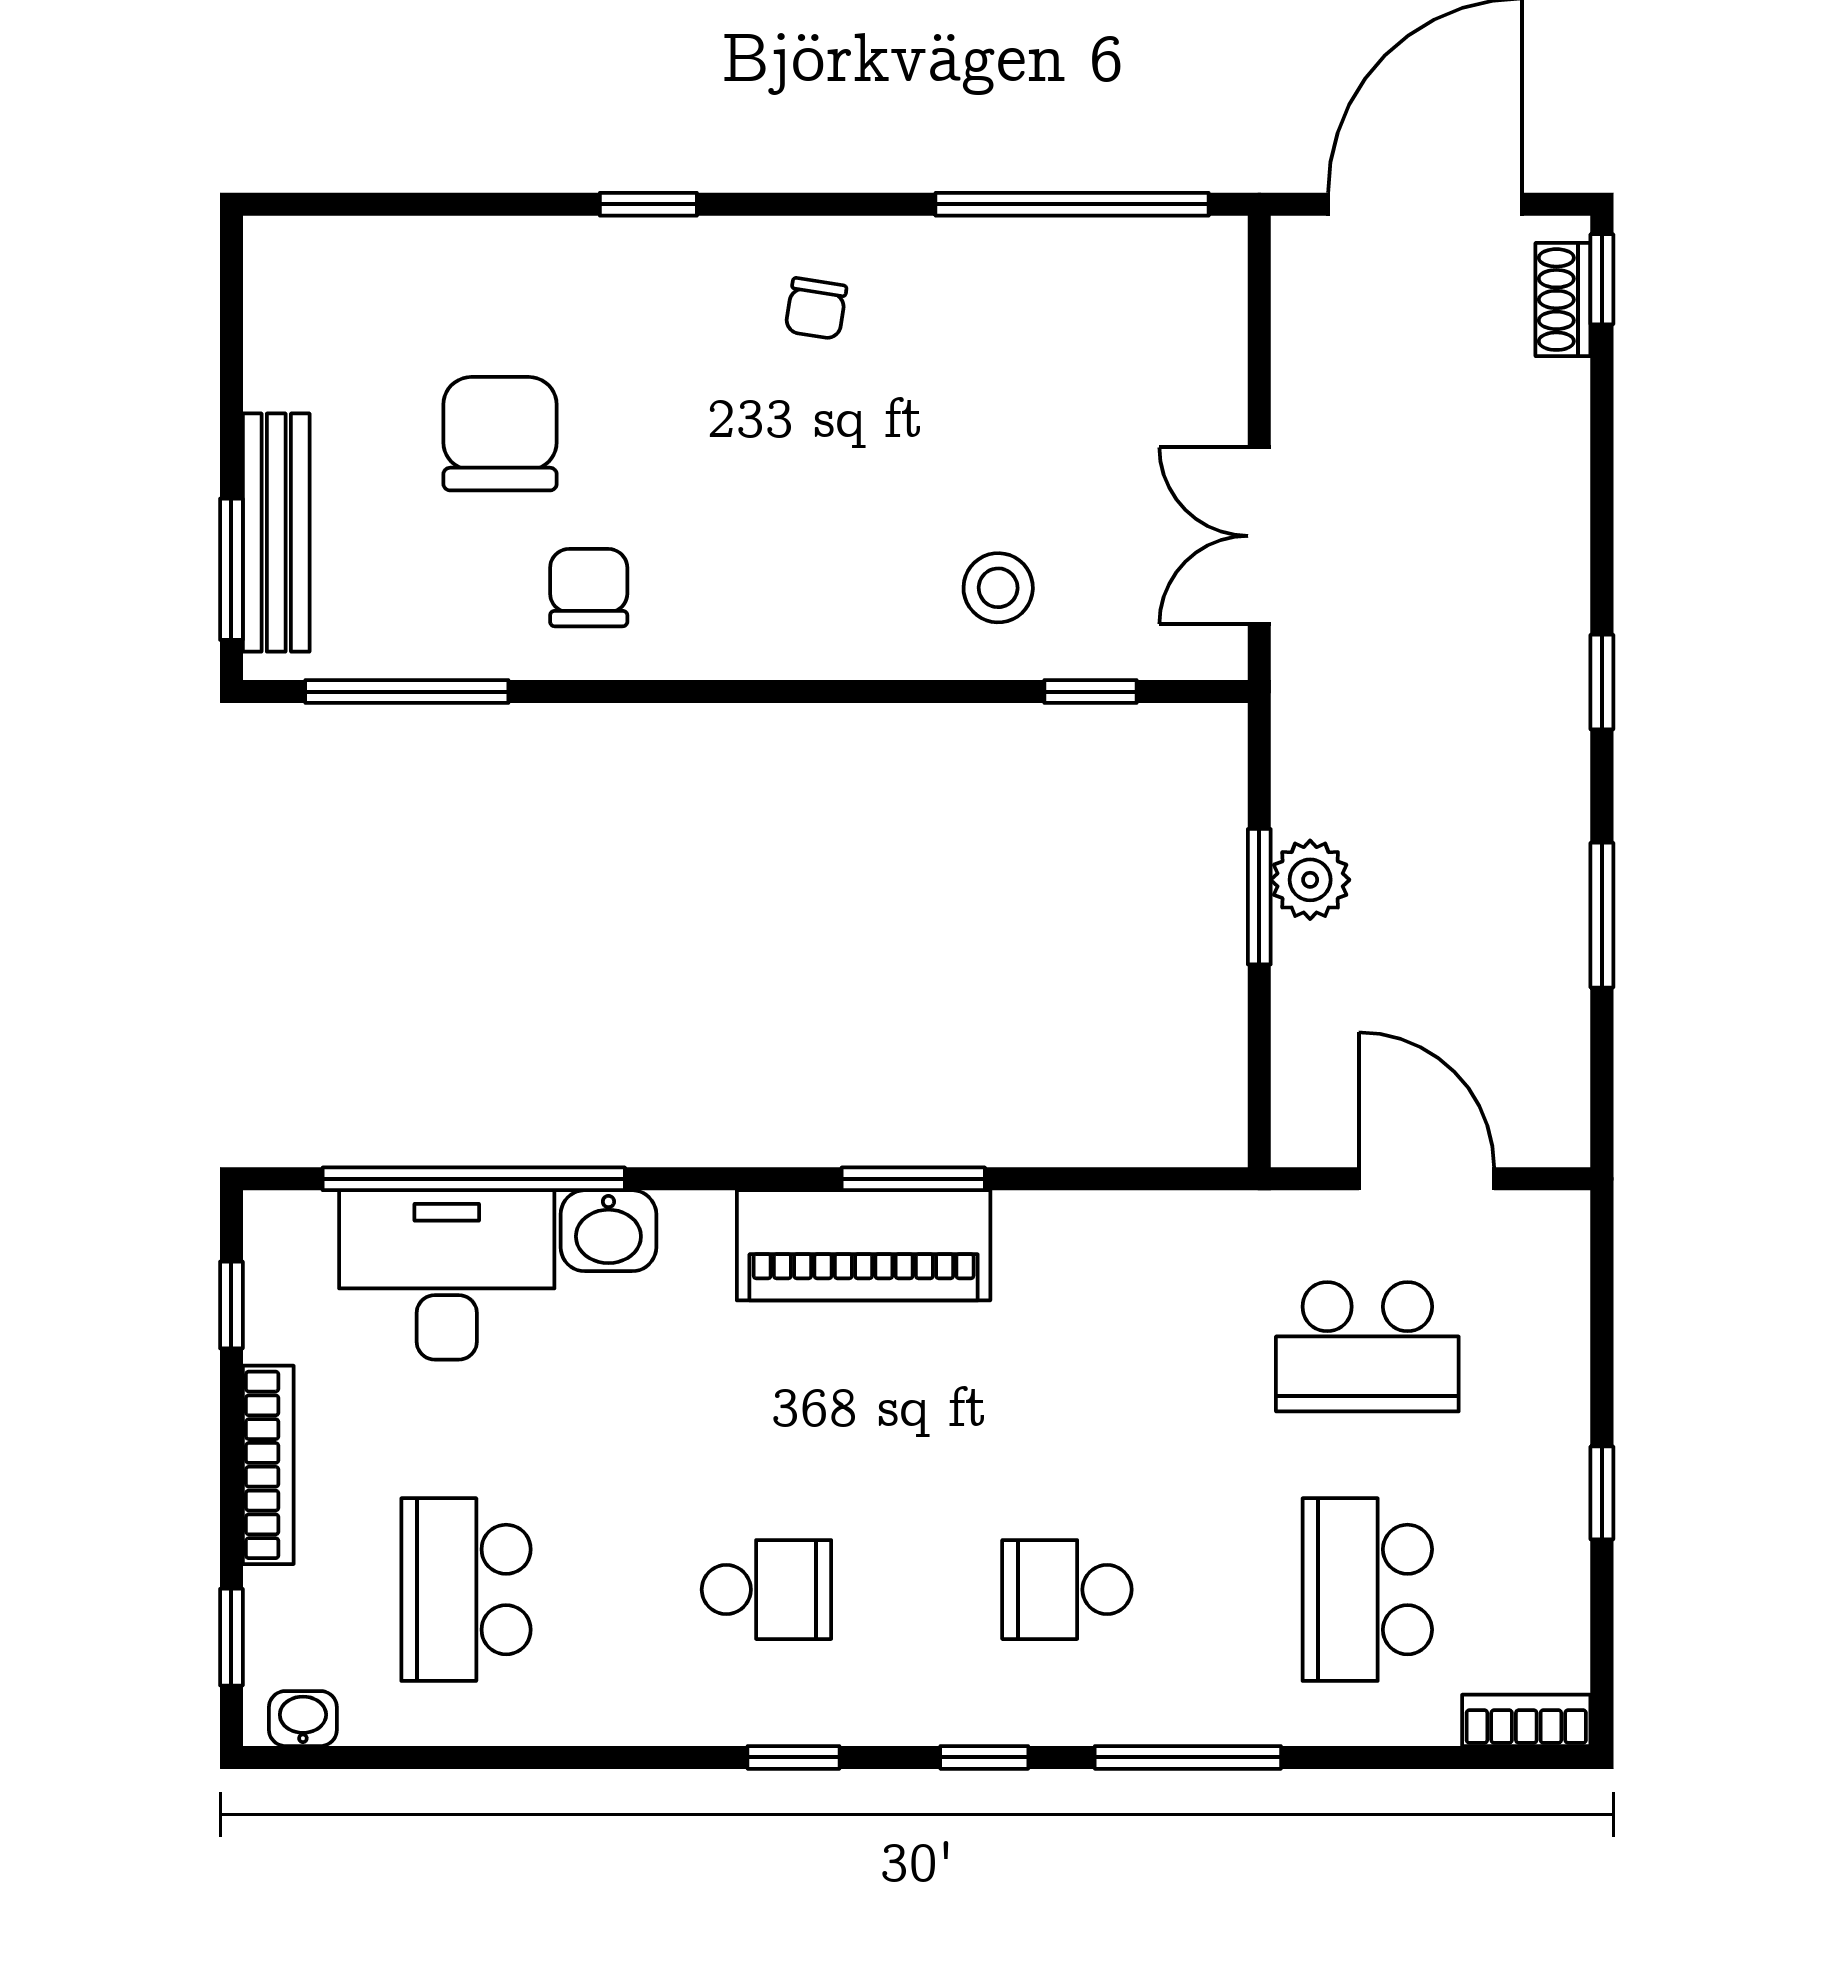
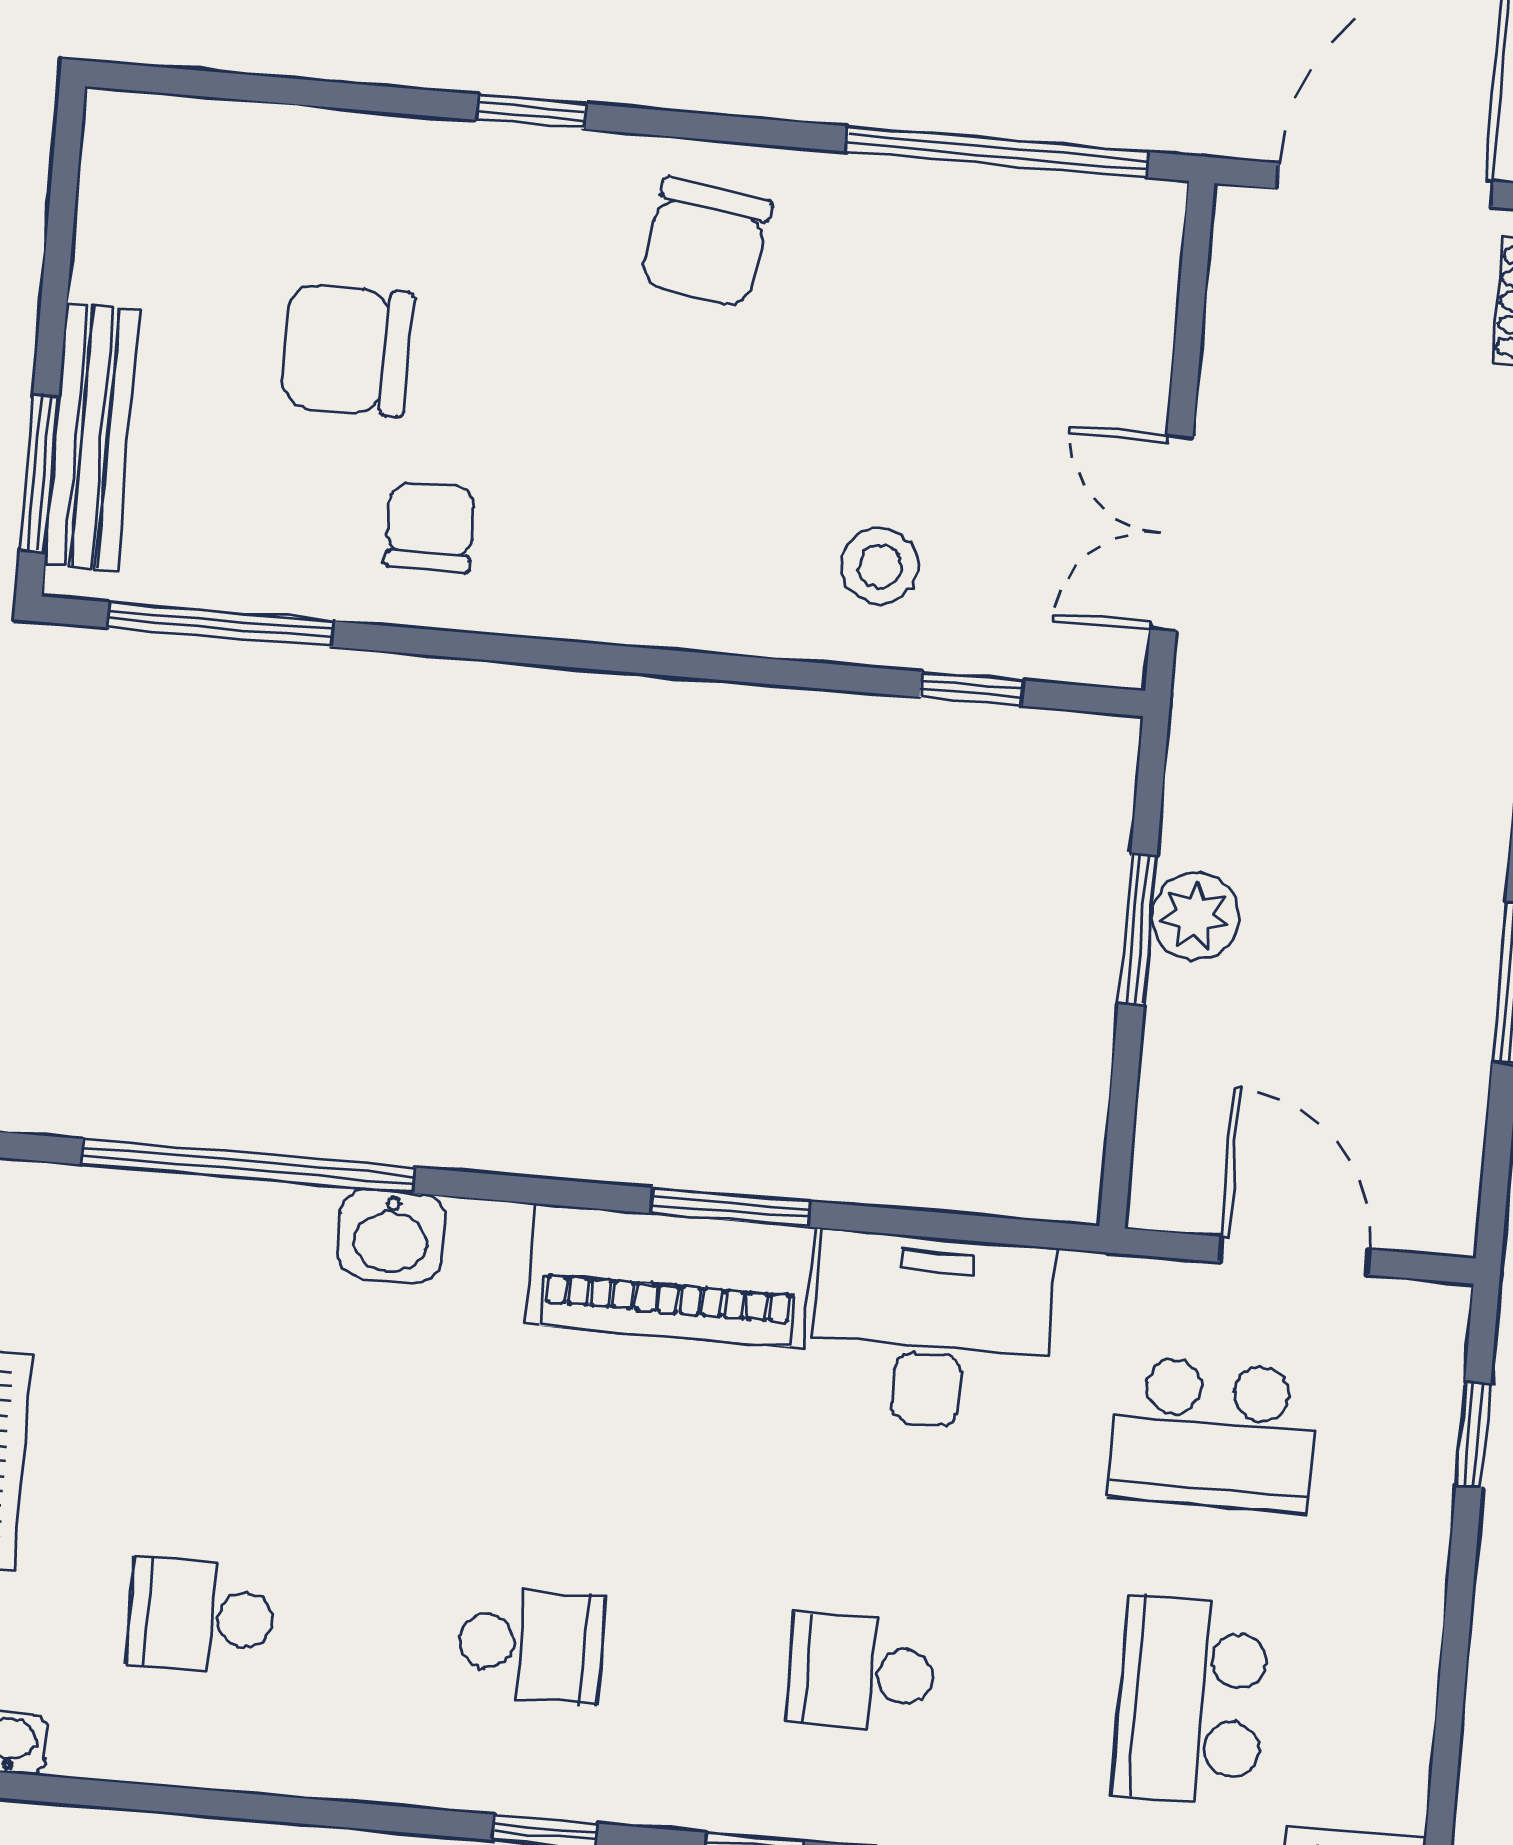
chair: (816, 309) -> (706, 242), width x1.87, depth x1.87
chair: (500, 434) -> (347, 350), turned -90
desk: (447, 1275) -> (931, 1331), moved
window: (1602, 1493) -> (1473, 1435), moved
school desk: (466, 1590) -> (201, 1616), width x0.54

